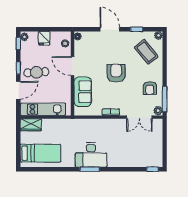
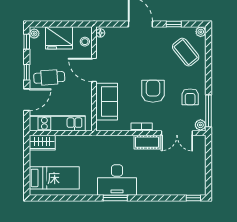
fridge: (44, 38) -> (59, 38), width x1.88, depth x1.34
armchair: (116, 73) -> (153, 91), moved
cot: (115, 124) -> (147, 142), added

